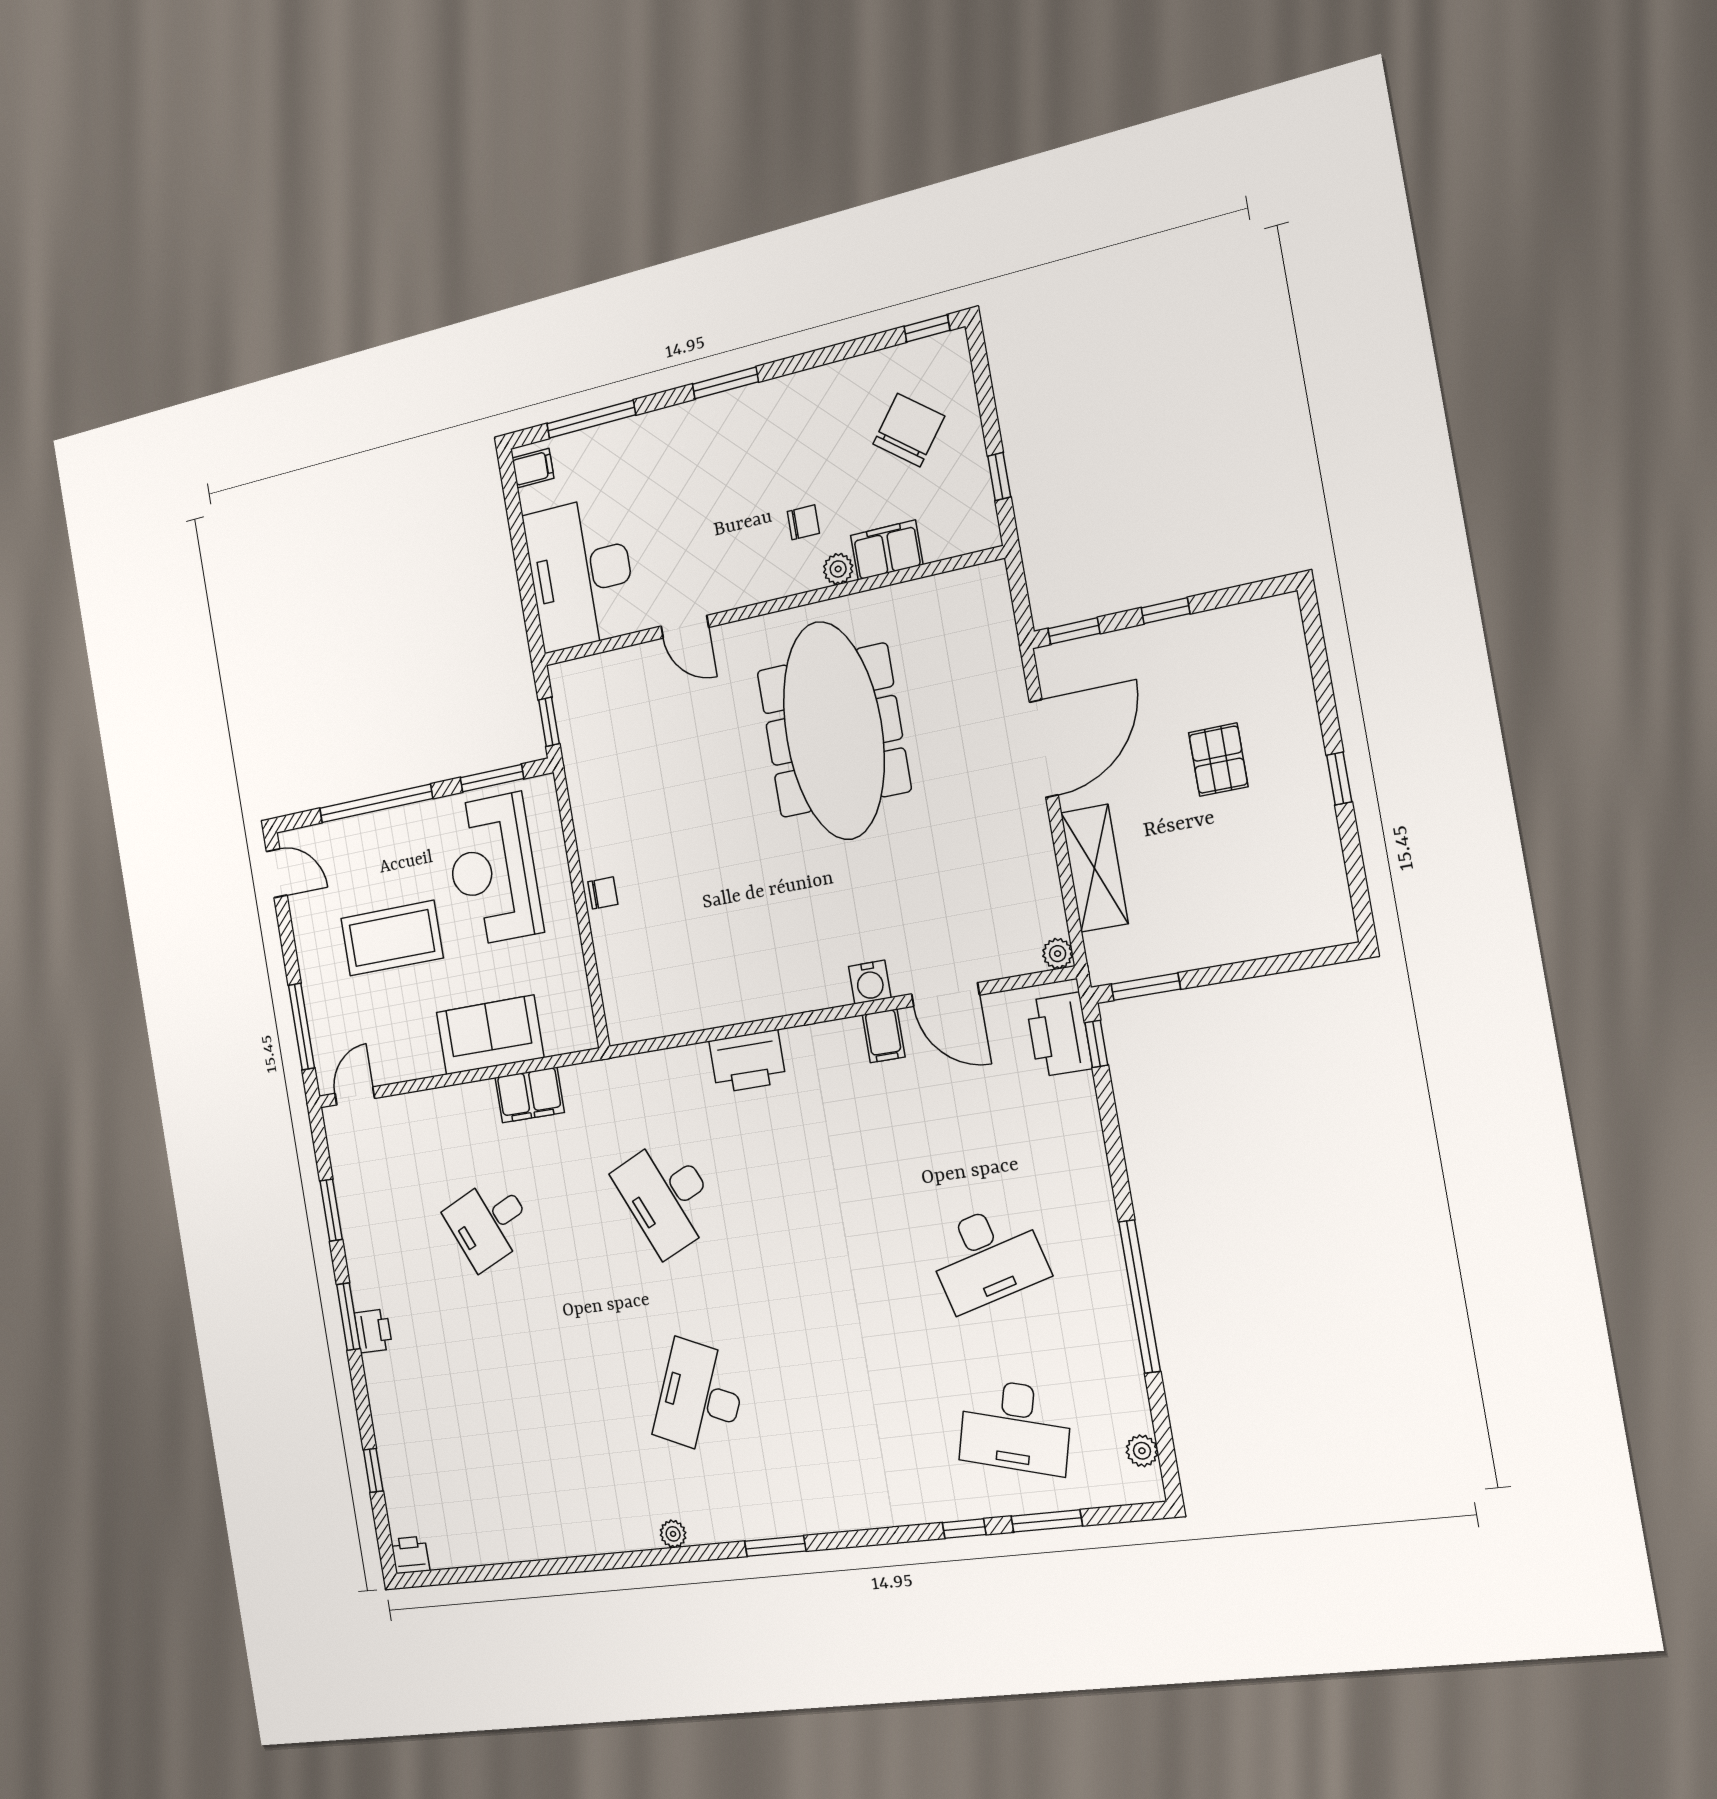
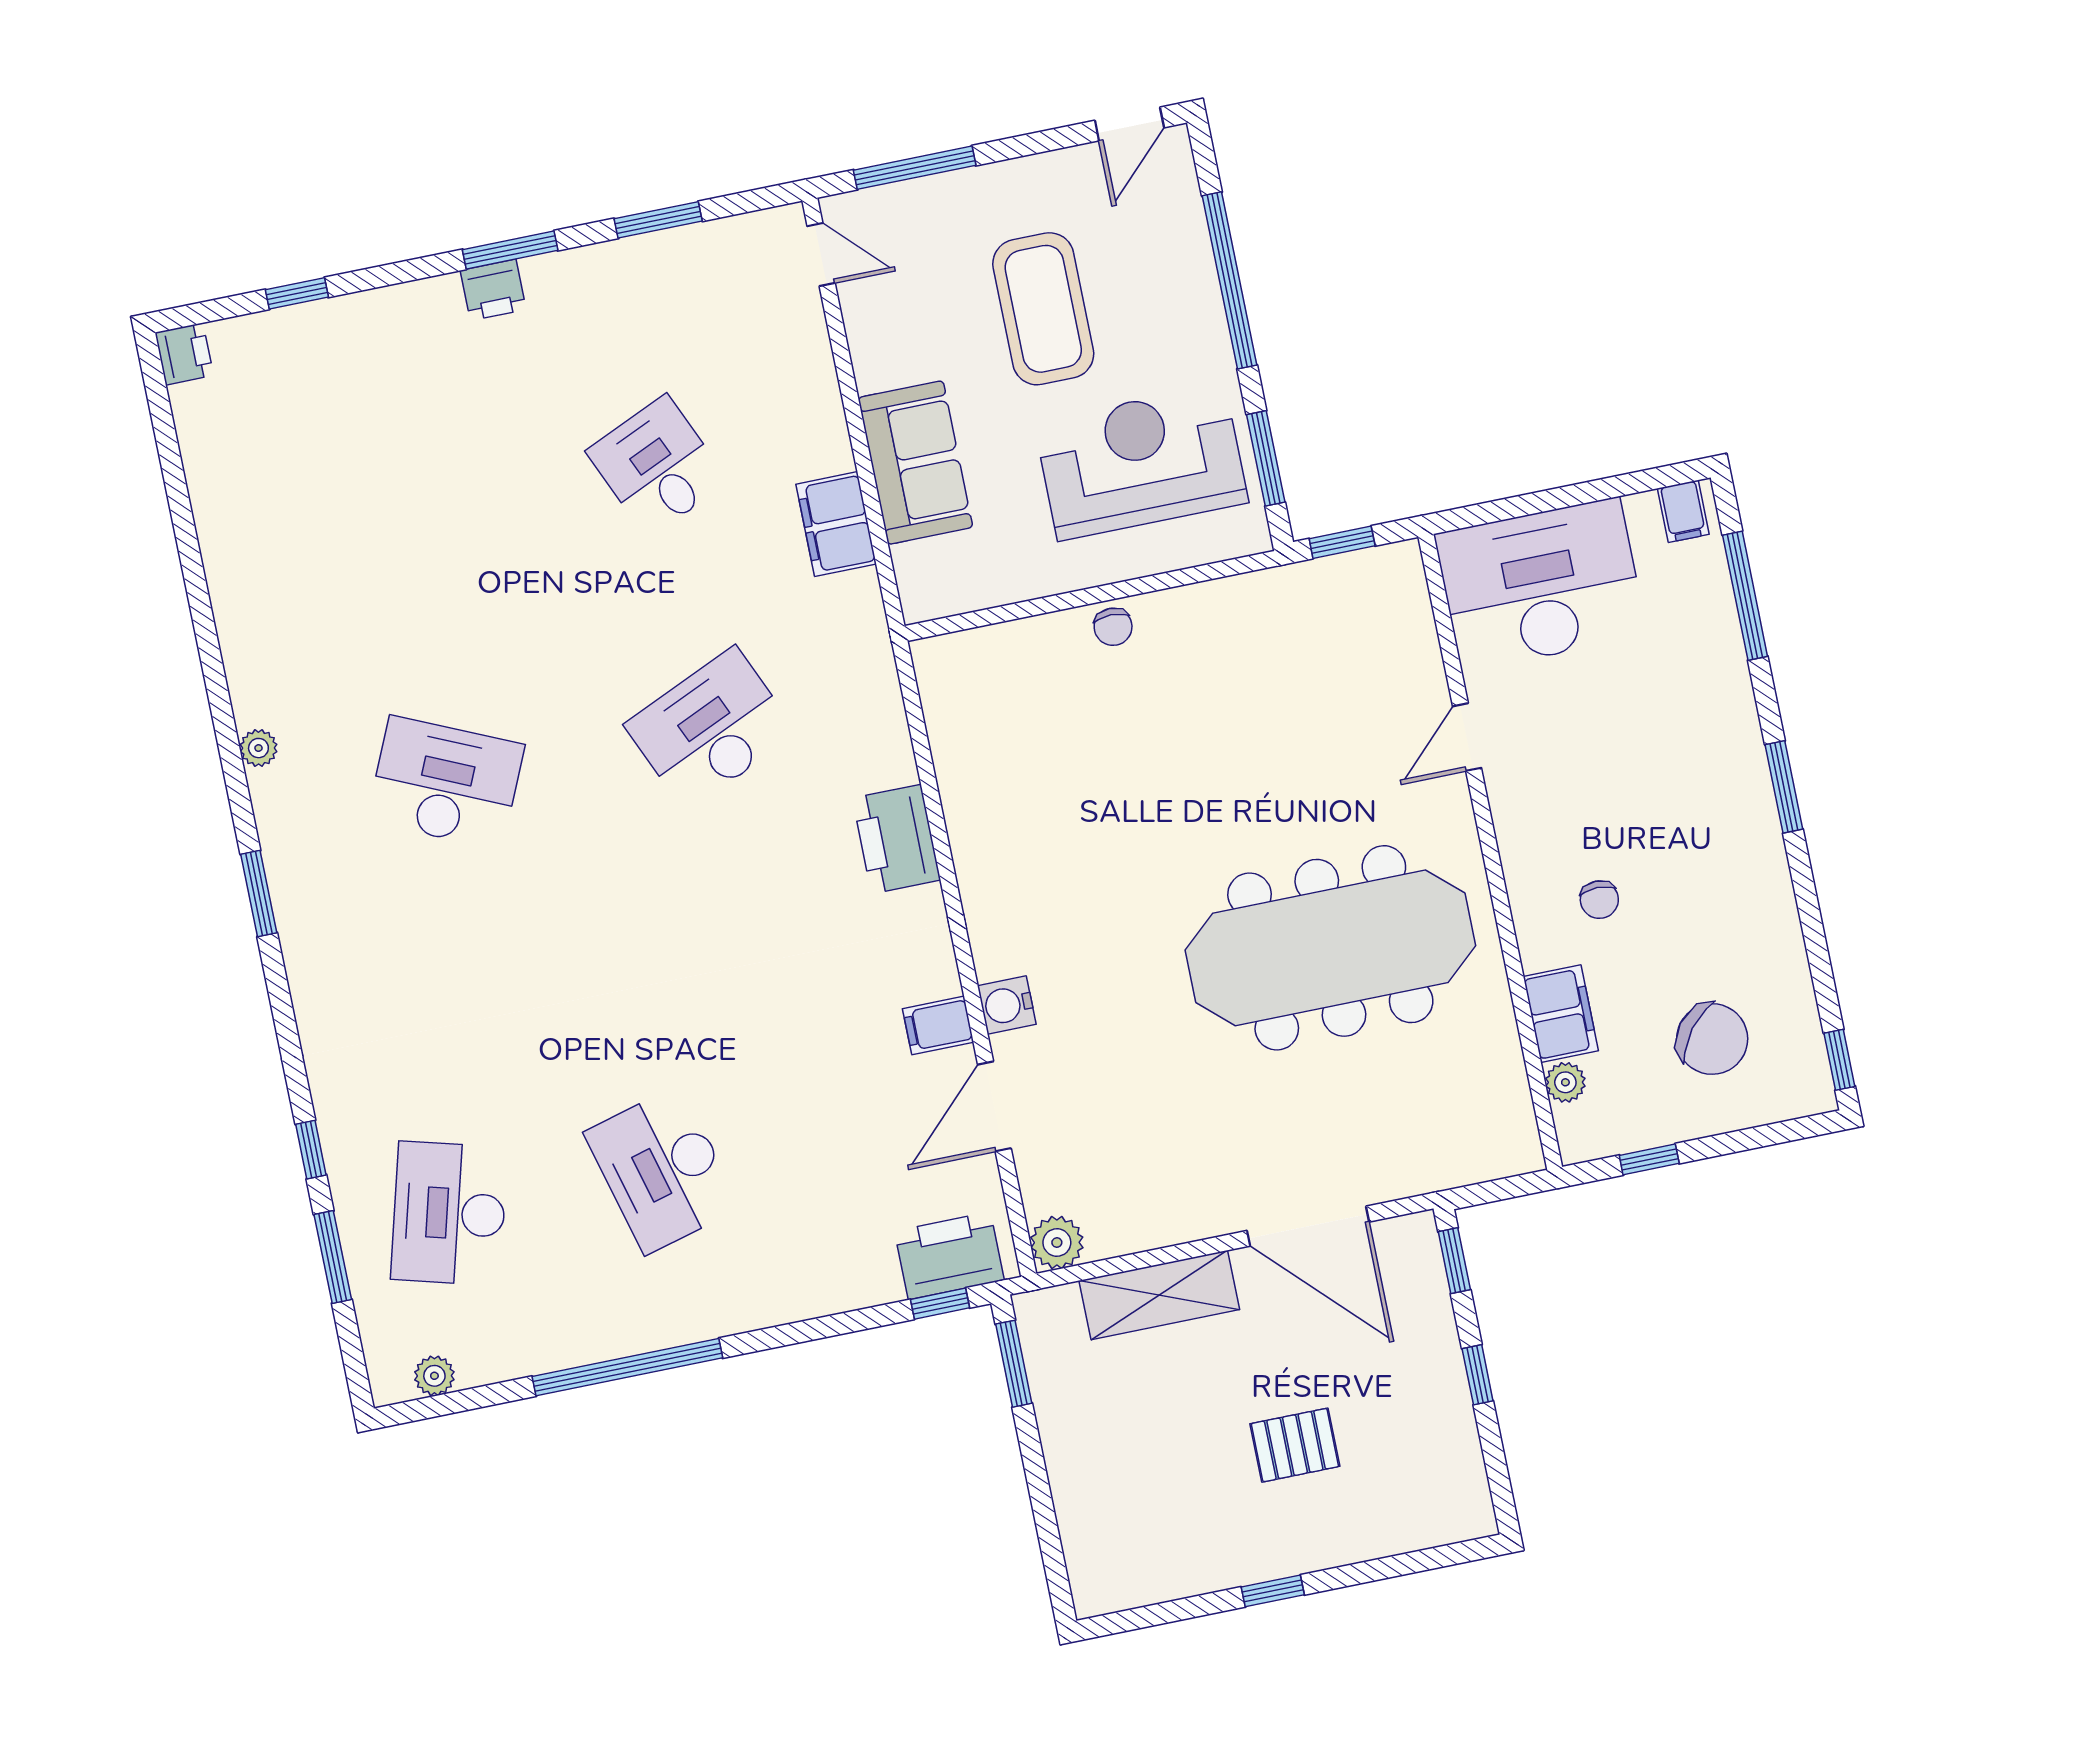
plant: (838, 569) -> (1565, 1082), moved
plant: (1058, 954) -> (1057, 1243), width x1.38, depth x1.38

